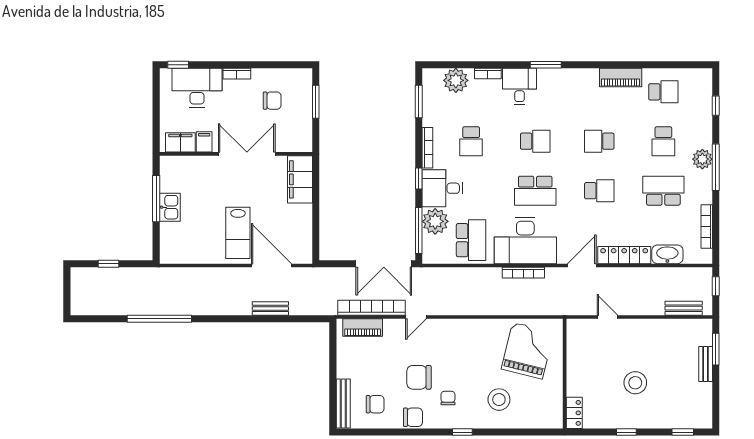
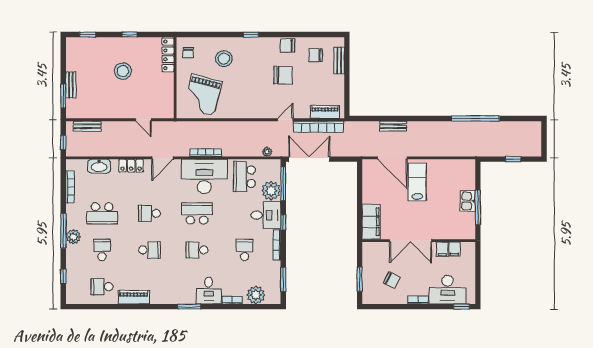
chair: (272, 101) -> (392, 280), turned -153
filing cabinet: (180, 142) -> (454, 249), width x0.50
locker: (624, 255) -> (131, 166), width x0.66
plant: (441, 274) -> (267, 152), added
chair: (448, 398) -> (188, 53), moved
bench: (343, 404) -> (339, 61), width x0.73
locker: (574, 413) -> (168, 55), width x1.53

